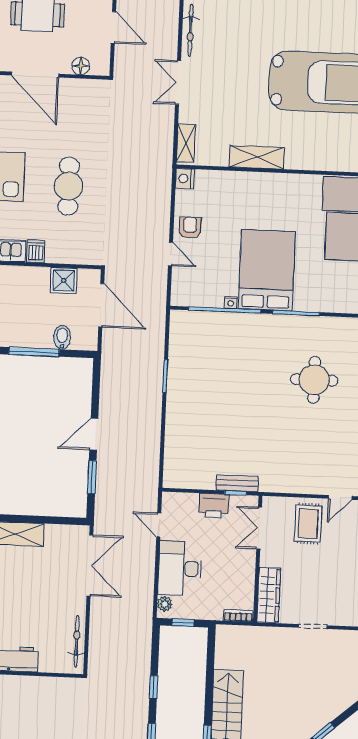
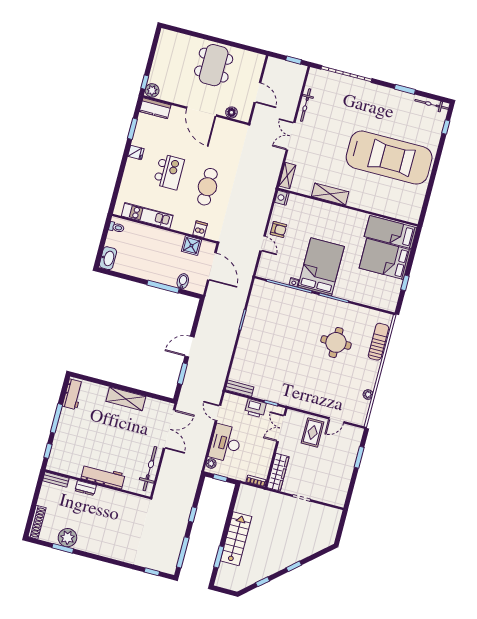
armchair: (190, 228) -> (278, 229), turned 90
dishwasher: (36, 251) -> (200, 229), moved
bench: (237, 483) -> (240, 388), moved
bicycle: (77, 641) -> (150, 469), width x1.37, depth x1.40

